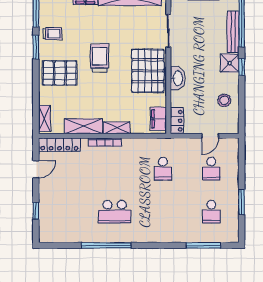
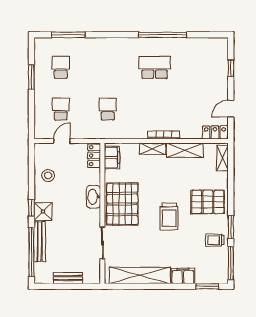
locker: (59, 145) -> (215, 132), width x0.66

